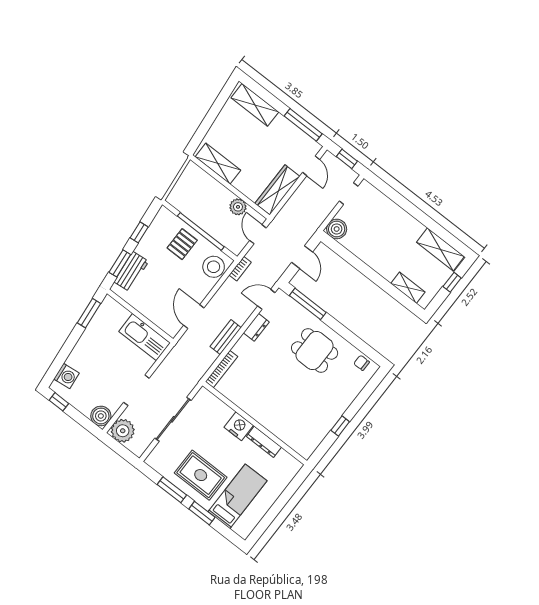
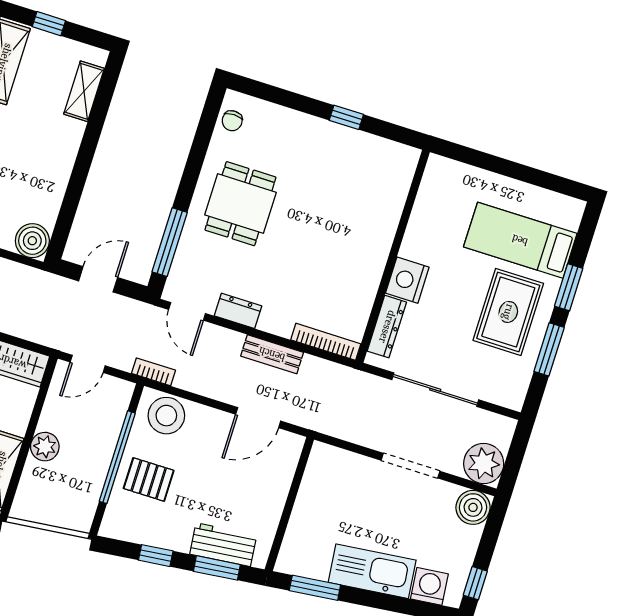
plant: (238, 207) -> (45, 447), moved
kitchen sink: (145, 337) -> (372, 571), moved, turned -96
dresser: (264, 442) -> (387, 327), moved

